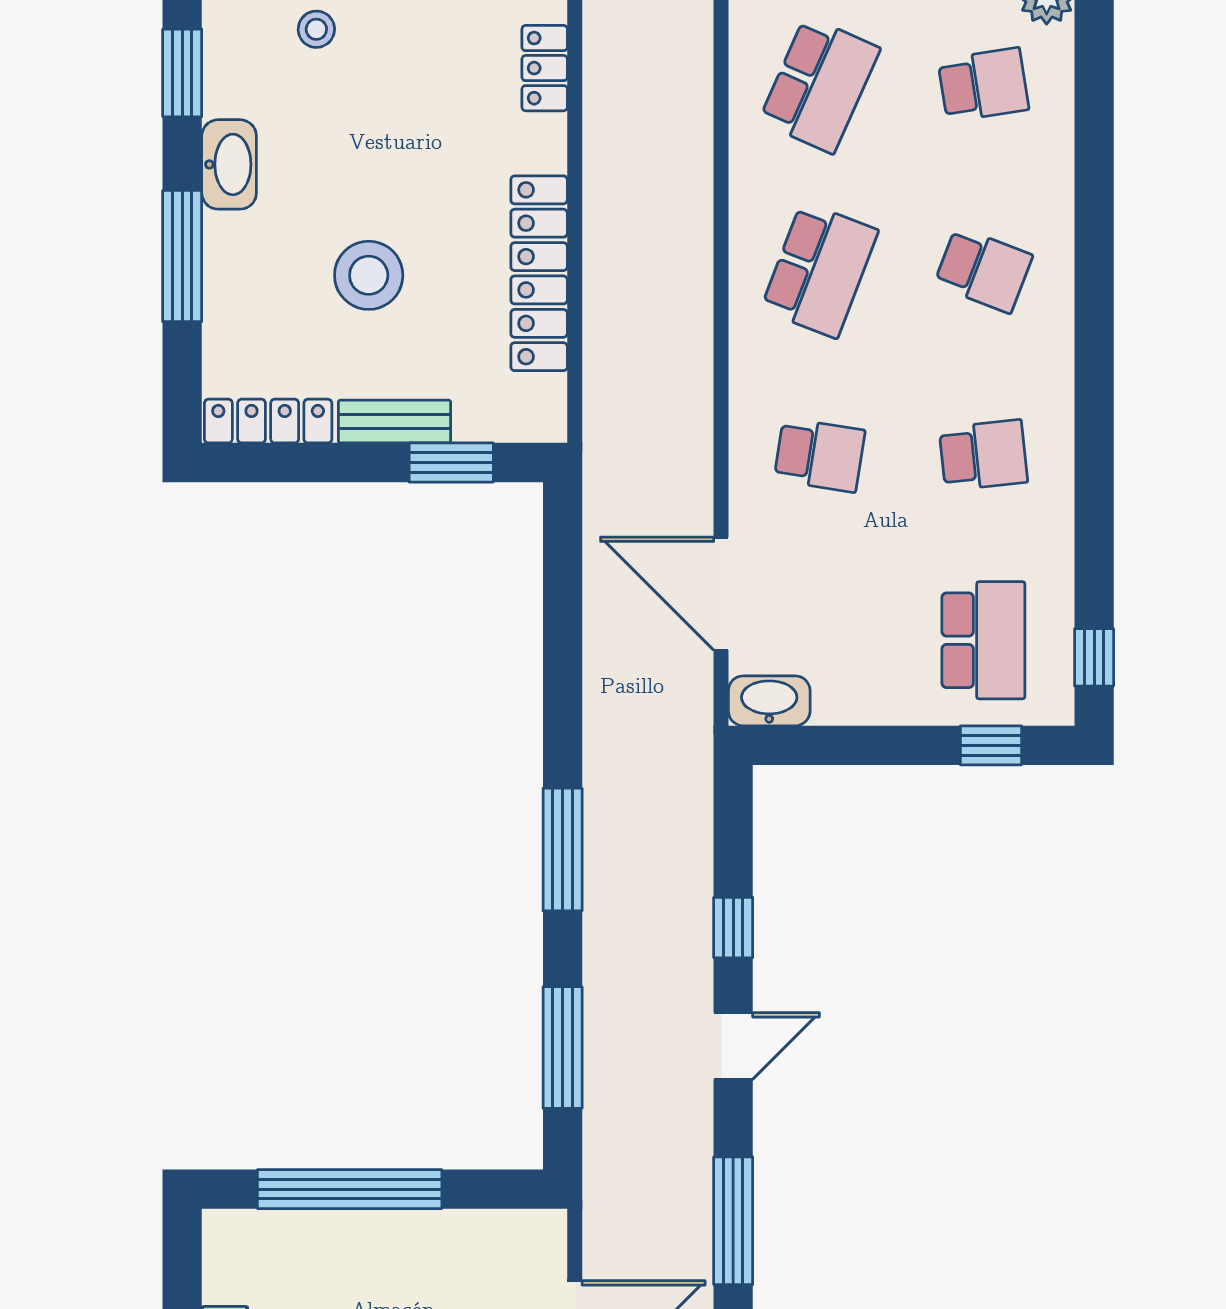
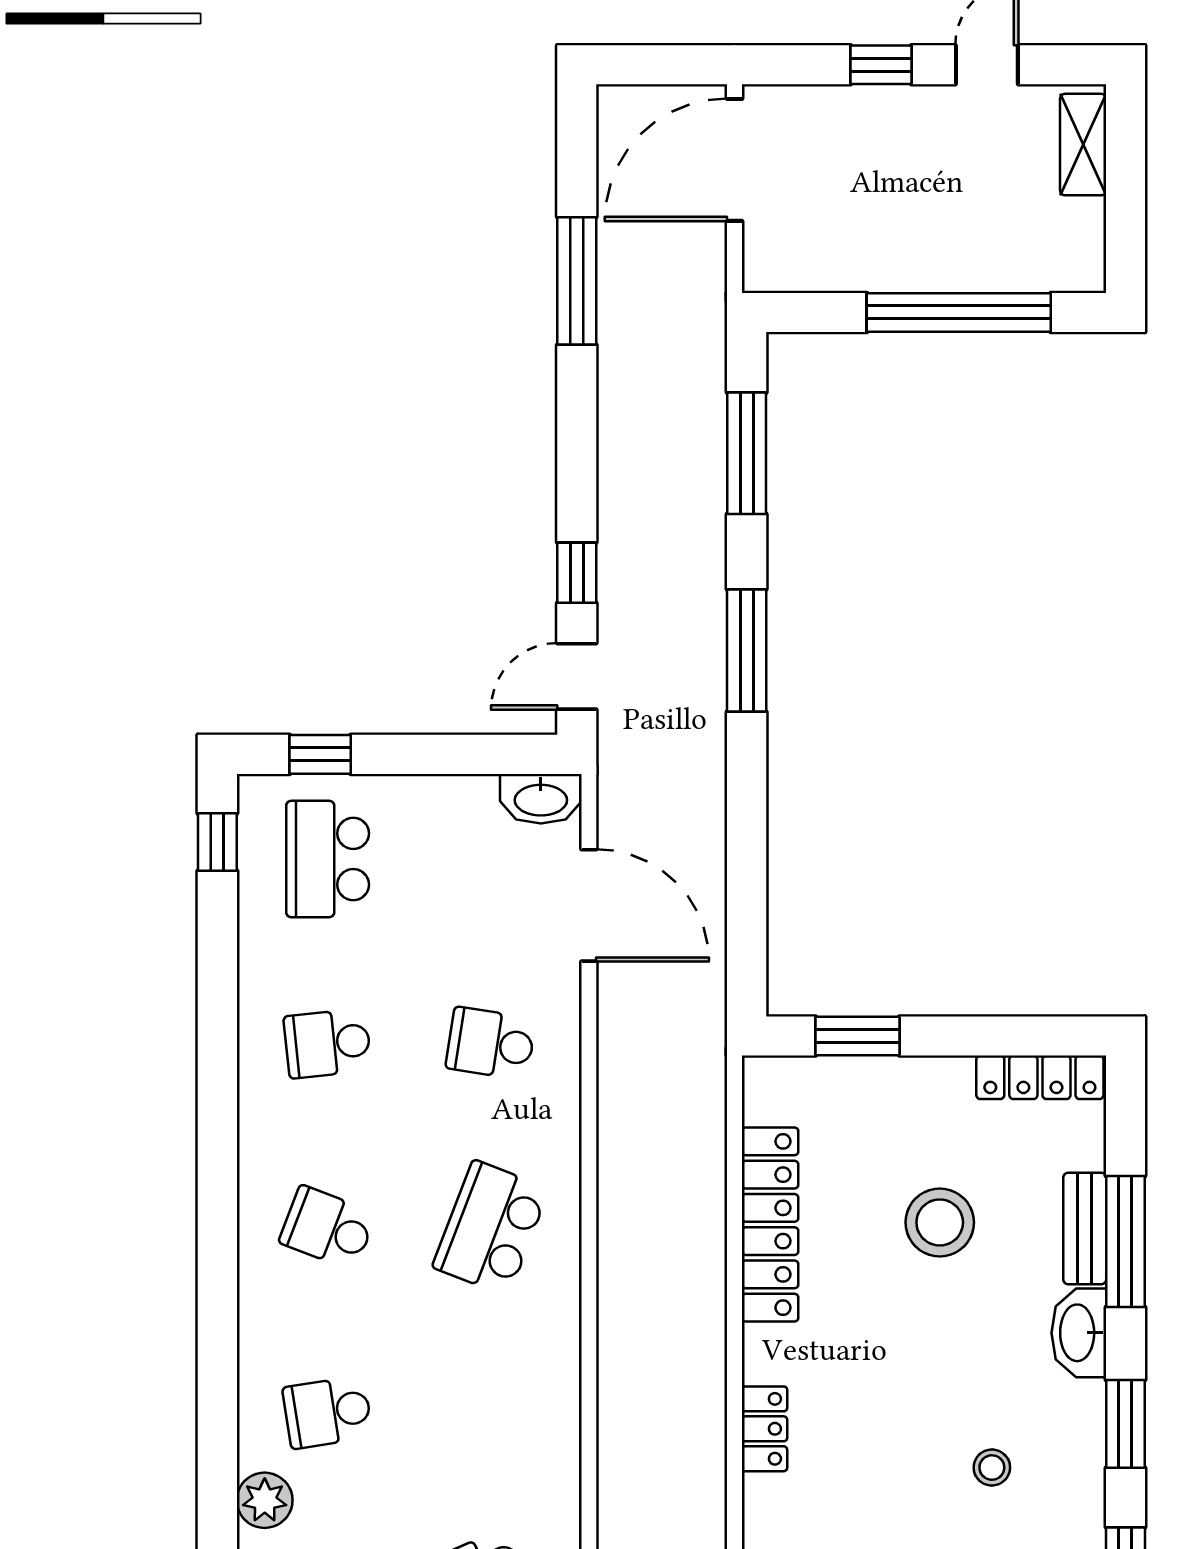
school desk: (820, 85) -> (491, 1412), removed
bench: (395, 422) -> (1085, 1228), moved, turned 90
door: (733, 1046) -> (577, 676), moved

